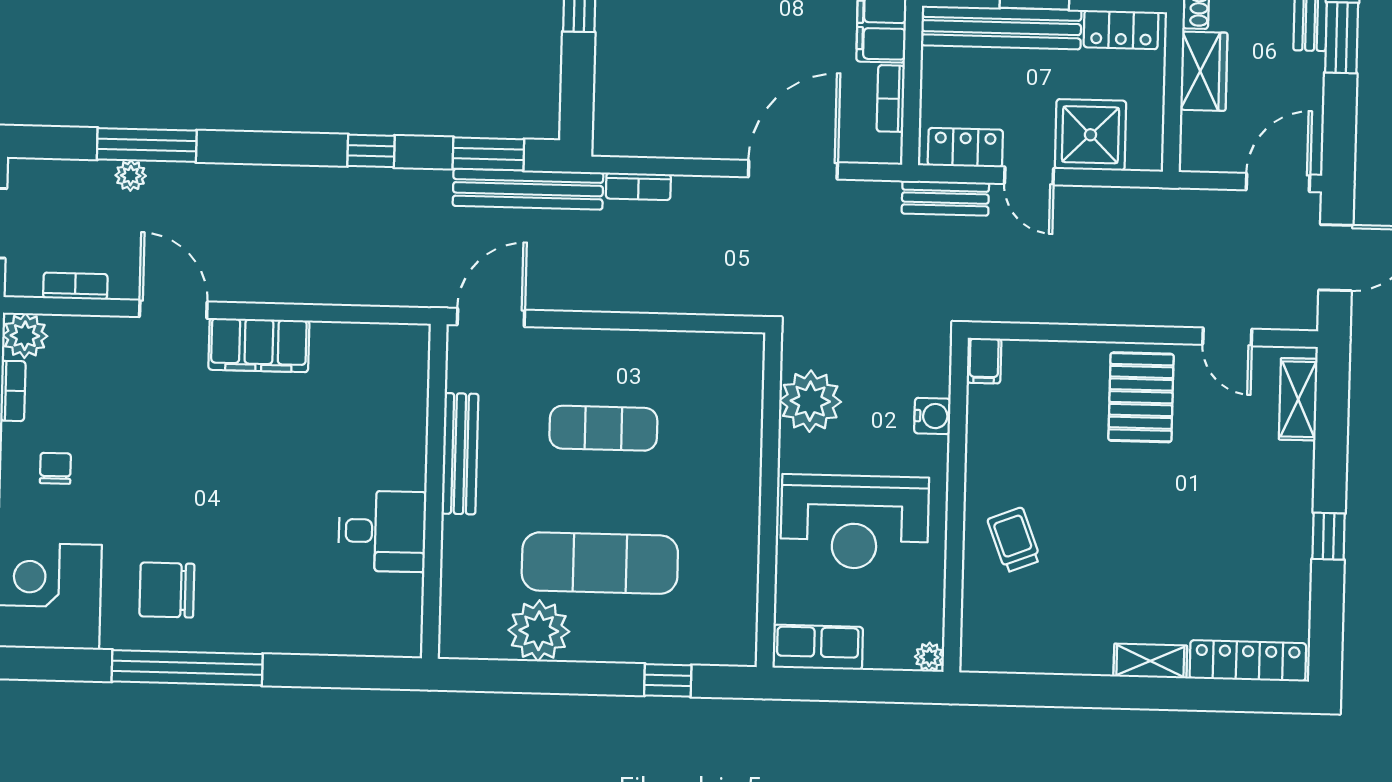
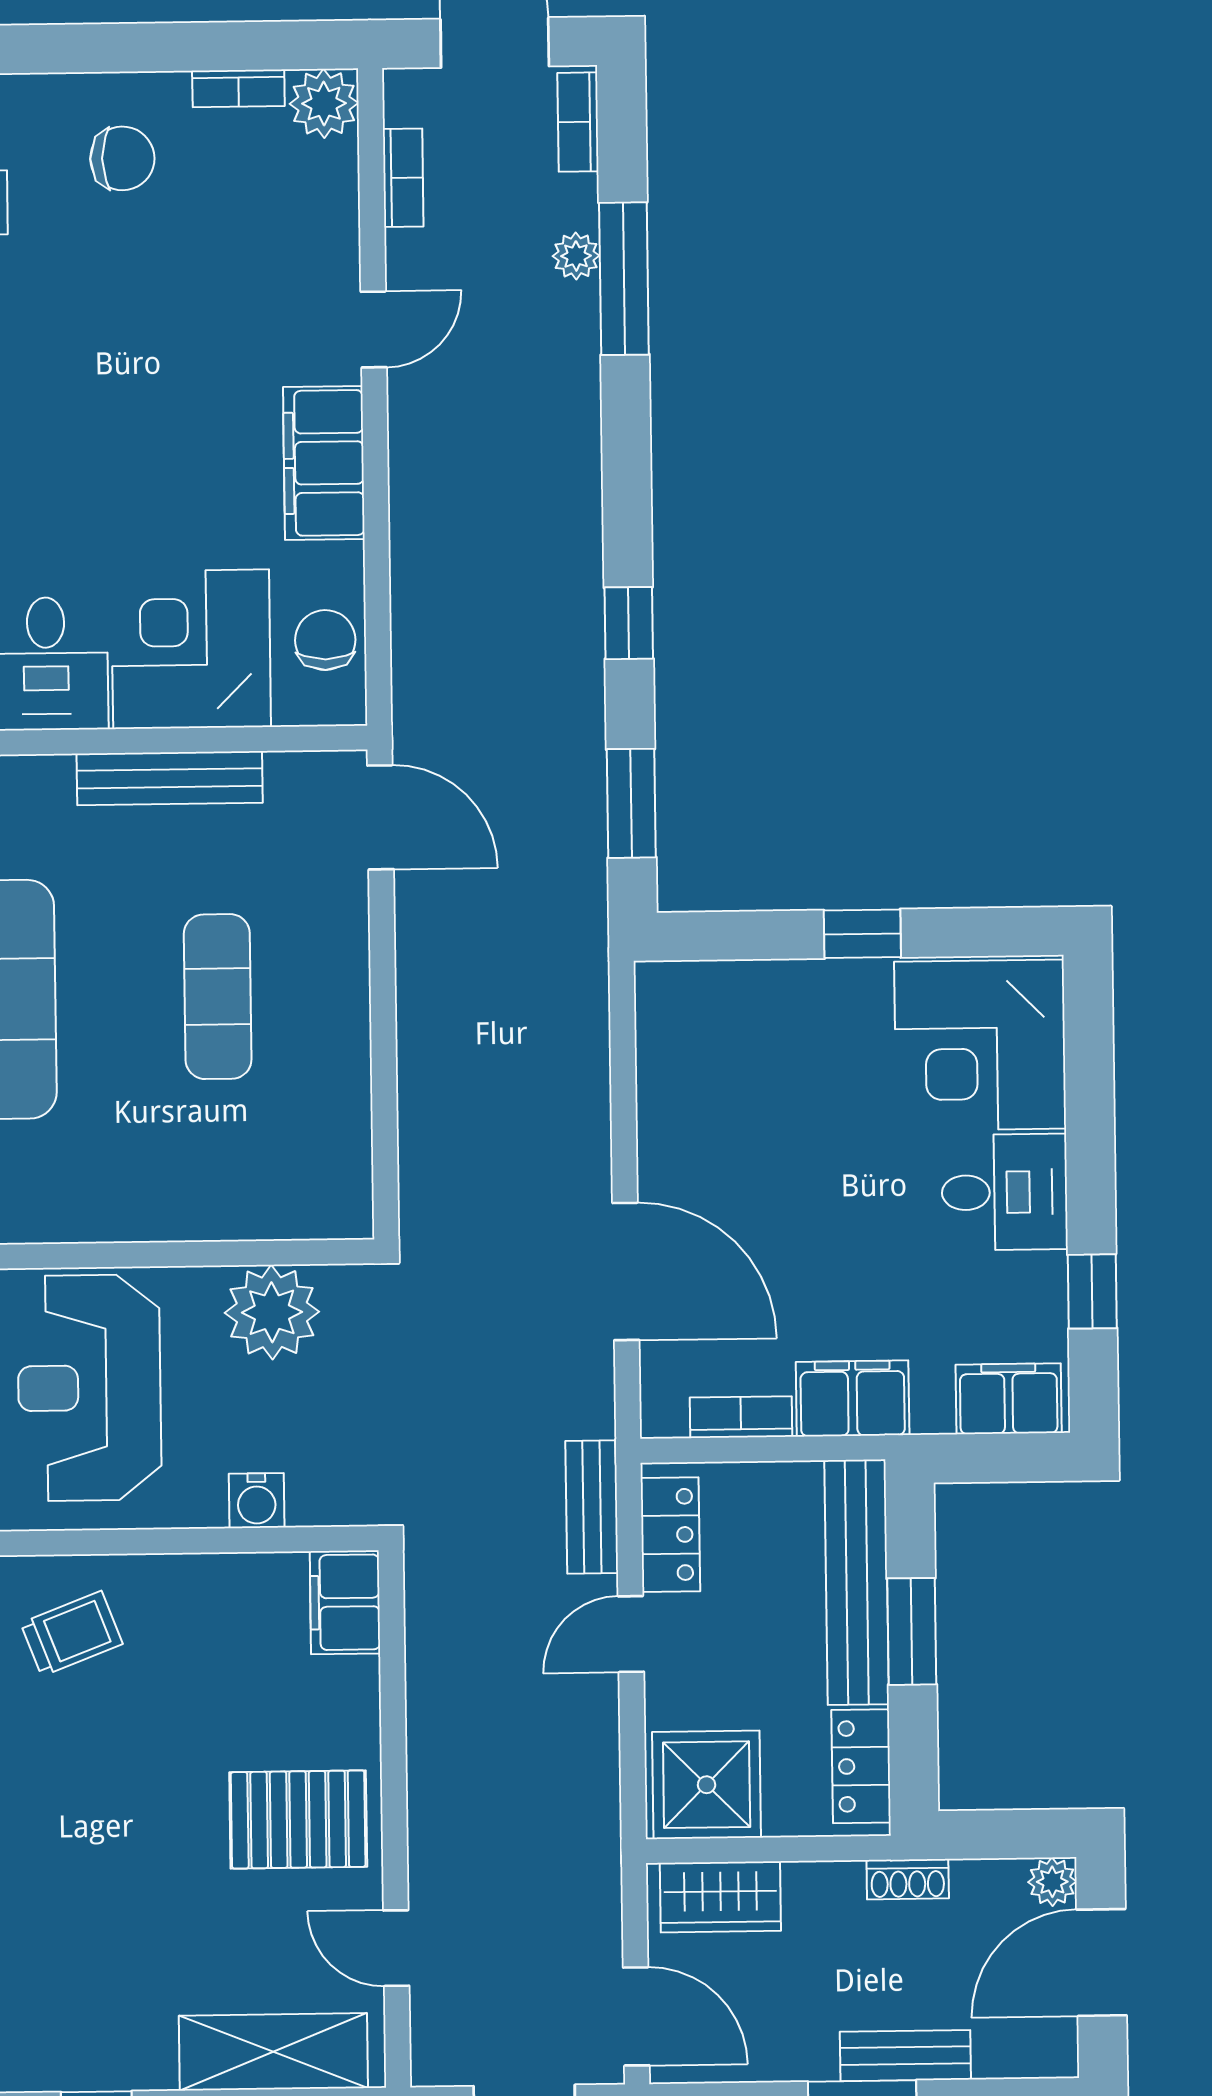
wardrobe: (1204, 71) -> (720, 1897), moved
shower: (1090, 135) -> (707, 1785), moved
bookcase: (638, 186) -> (578, 122), moved
bench: (528, 189) -> (580, 866), removed
door: (173, 309) -> (374, 329), width x0.73
door: (1227, 337) -> (396, 1948), hinge flipped
chair: (374, 349) -> (325, 640), added
filing cabinet: (984, 361) -> (345, 1602), width x2.00
shelving: (1298, 399) -> (273, 2052), width x1.50, depth x1.33
corner desk: (377, 436) -> (191, 649), added
chair: (55, 468) -> (122, 158), width x1.37, depth x1.37

